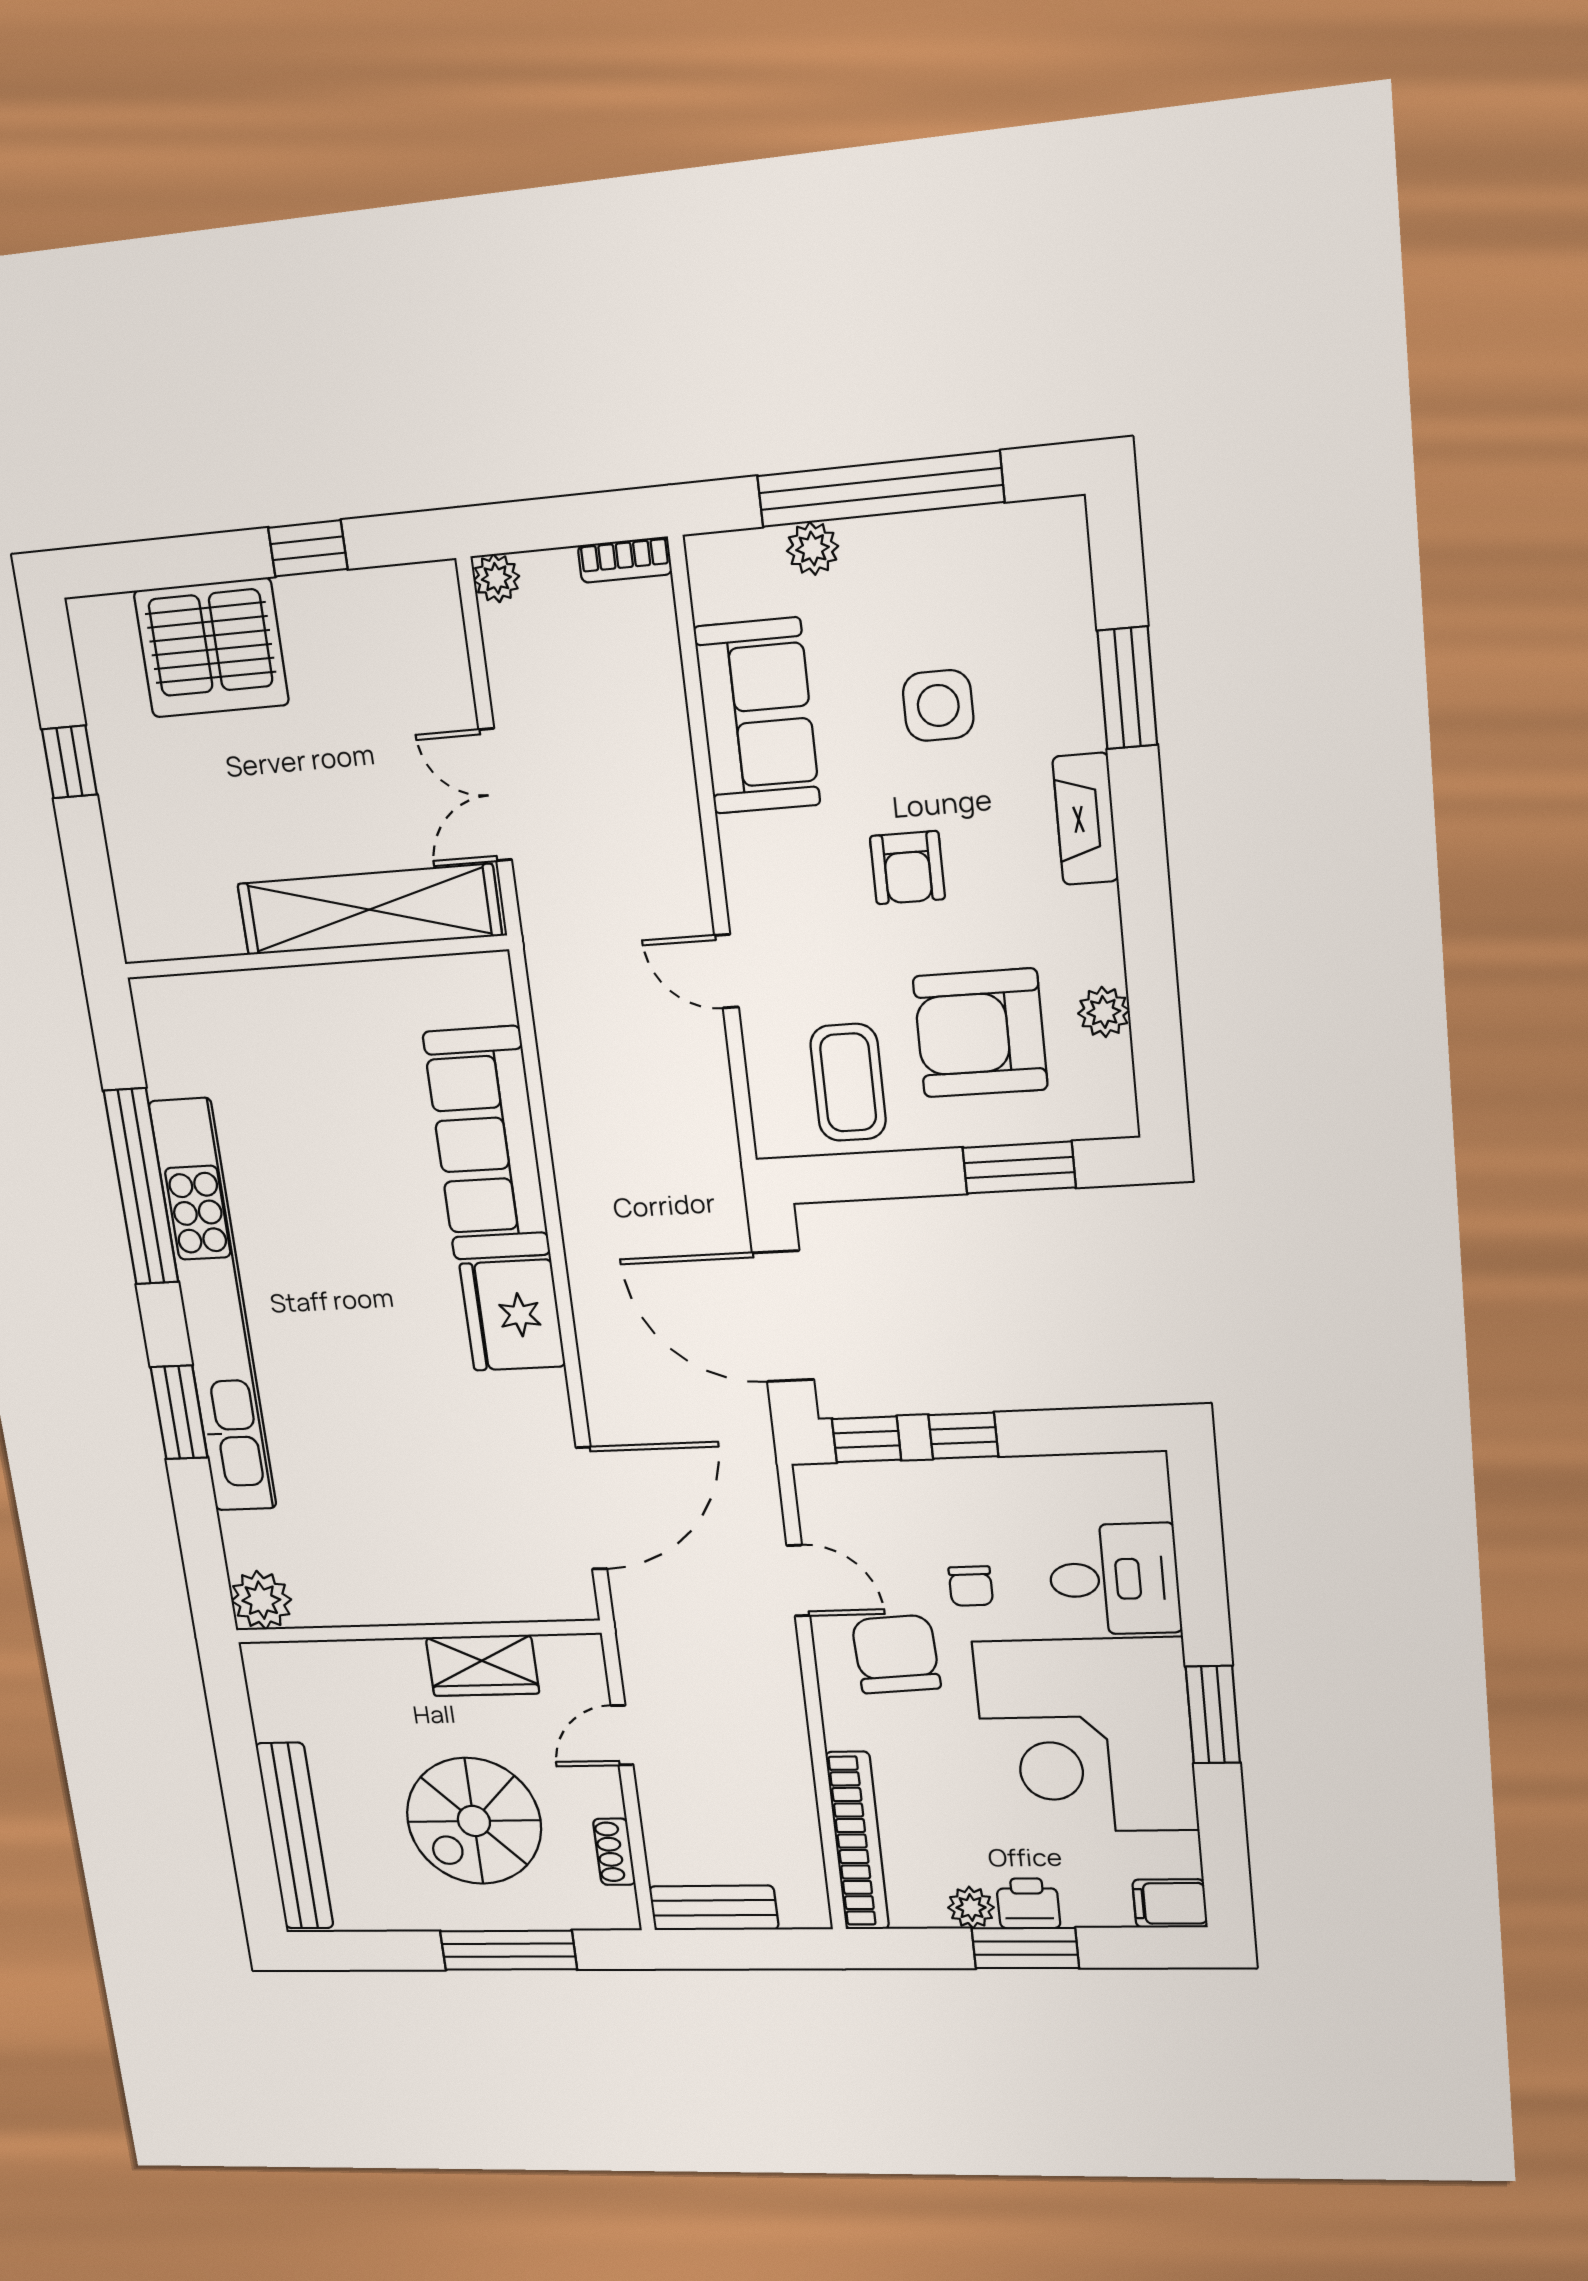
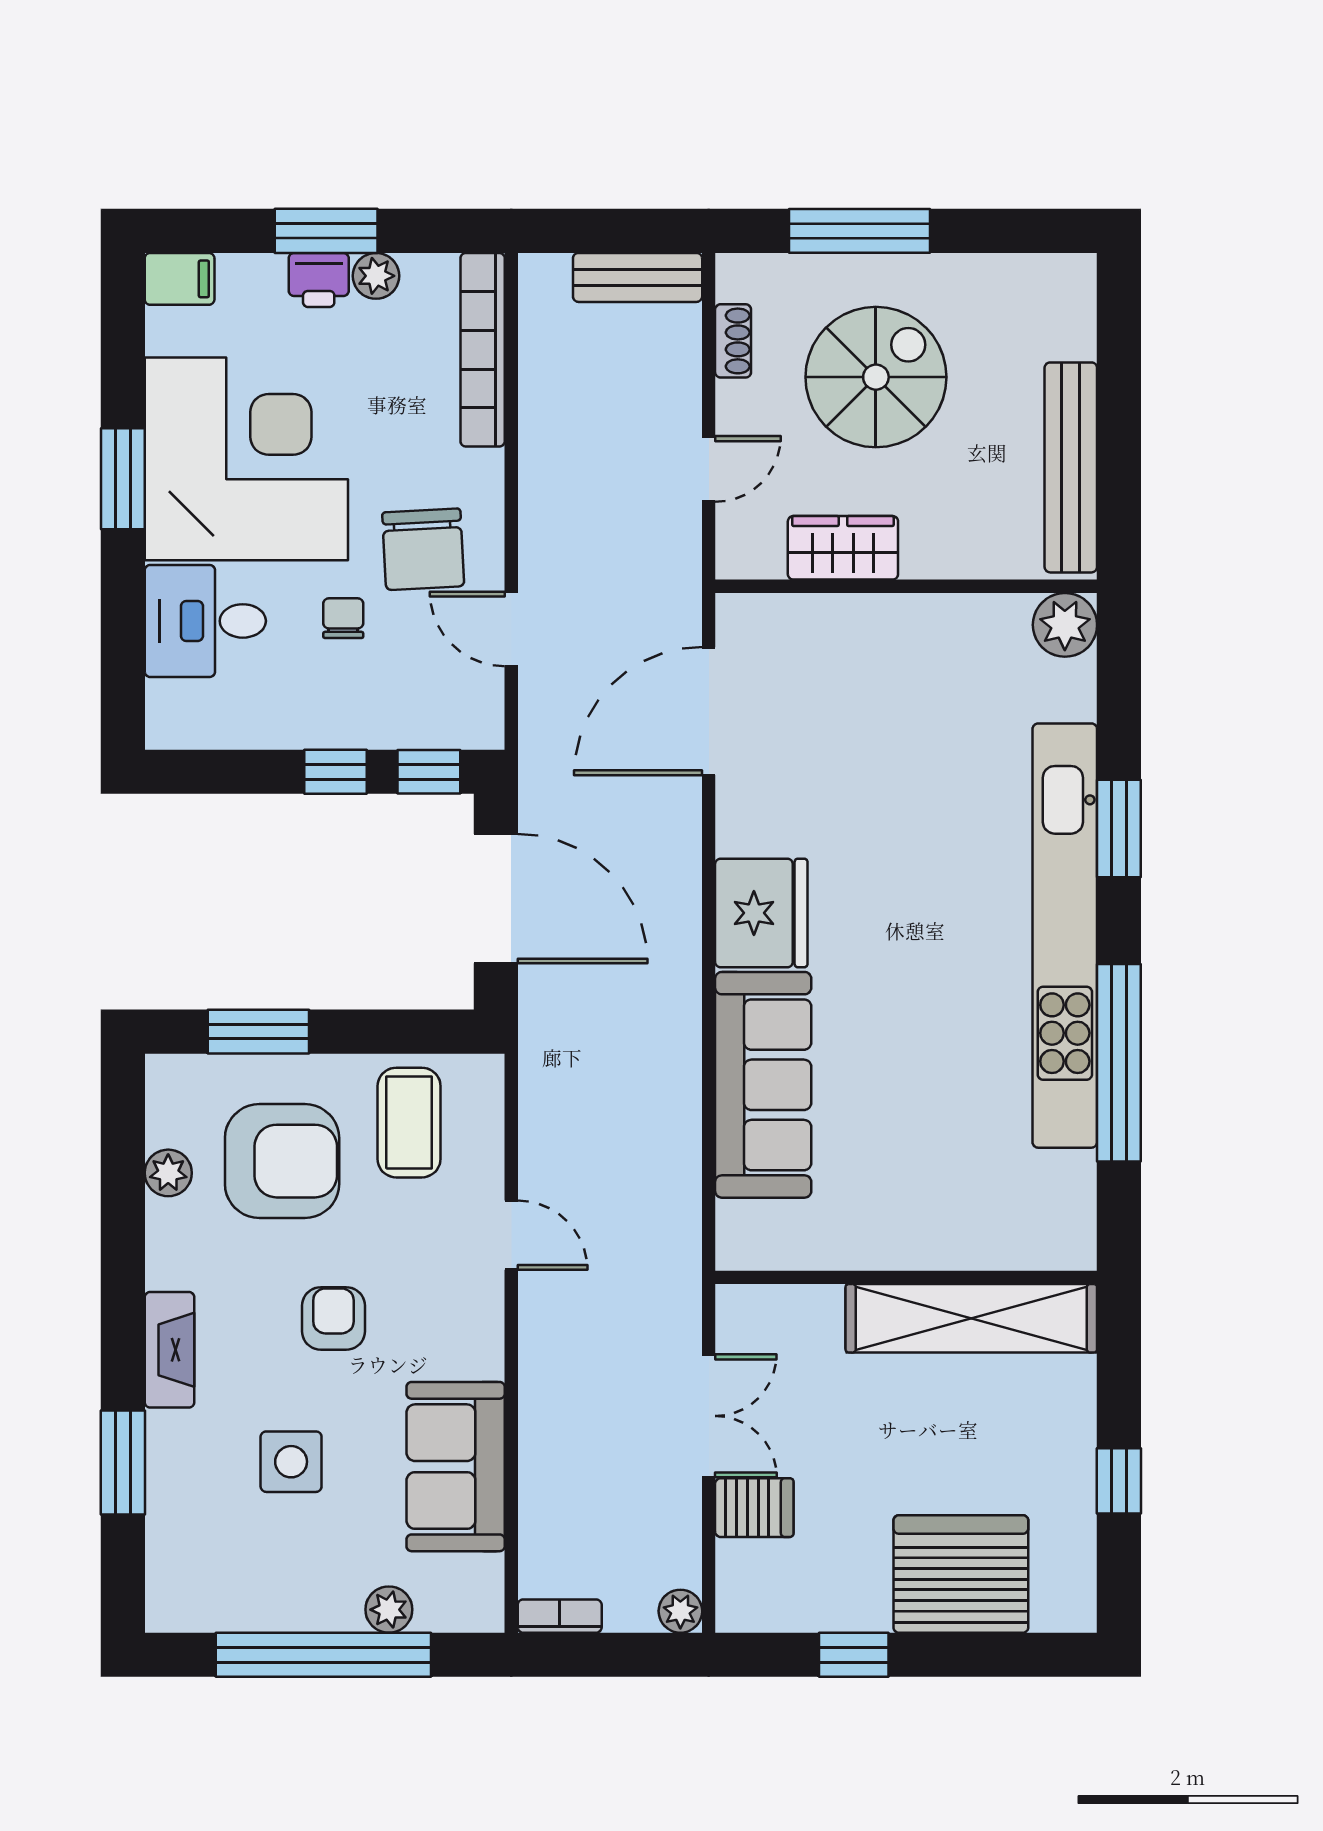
server rack: (434, 700) -> (754, 1508), added
shelving: (369, 910) -> (971, 1318), moved
bench: (295, 1836) -> (1071, 467), moved

